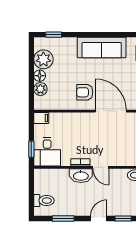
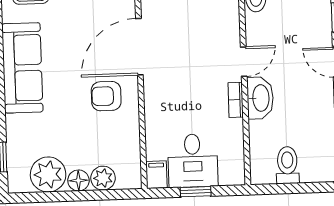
armchair: (85, 92) -> (106, 96), turned 90
window: (31, 149) -> (196, 192), moved
desk: (47, 152) -> (193, 161), moved, turned 90
toilet: (44, 201) -> (287, 165), moved

